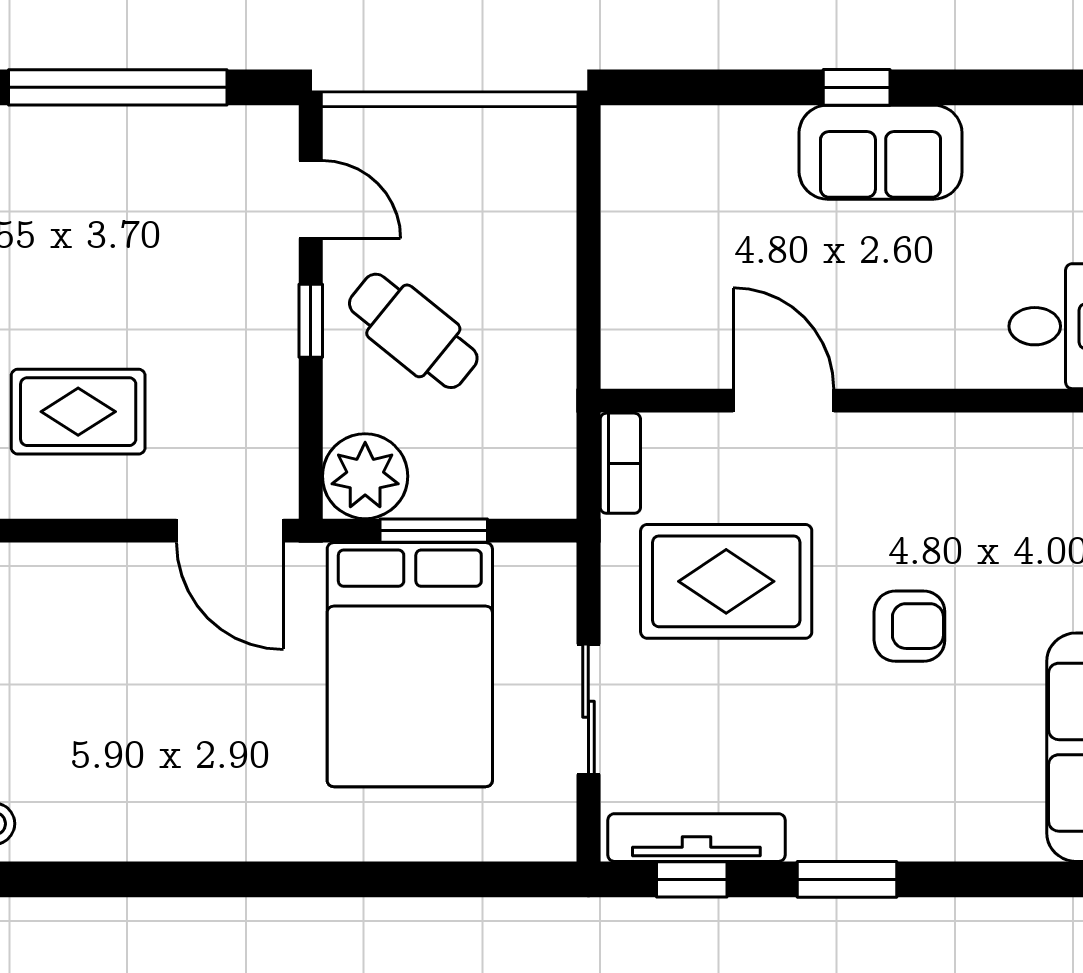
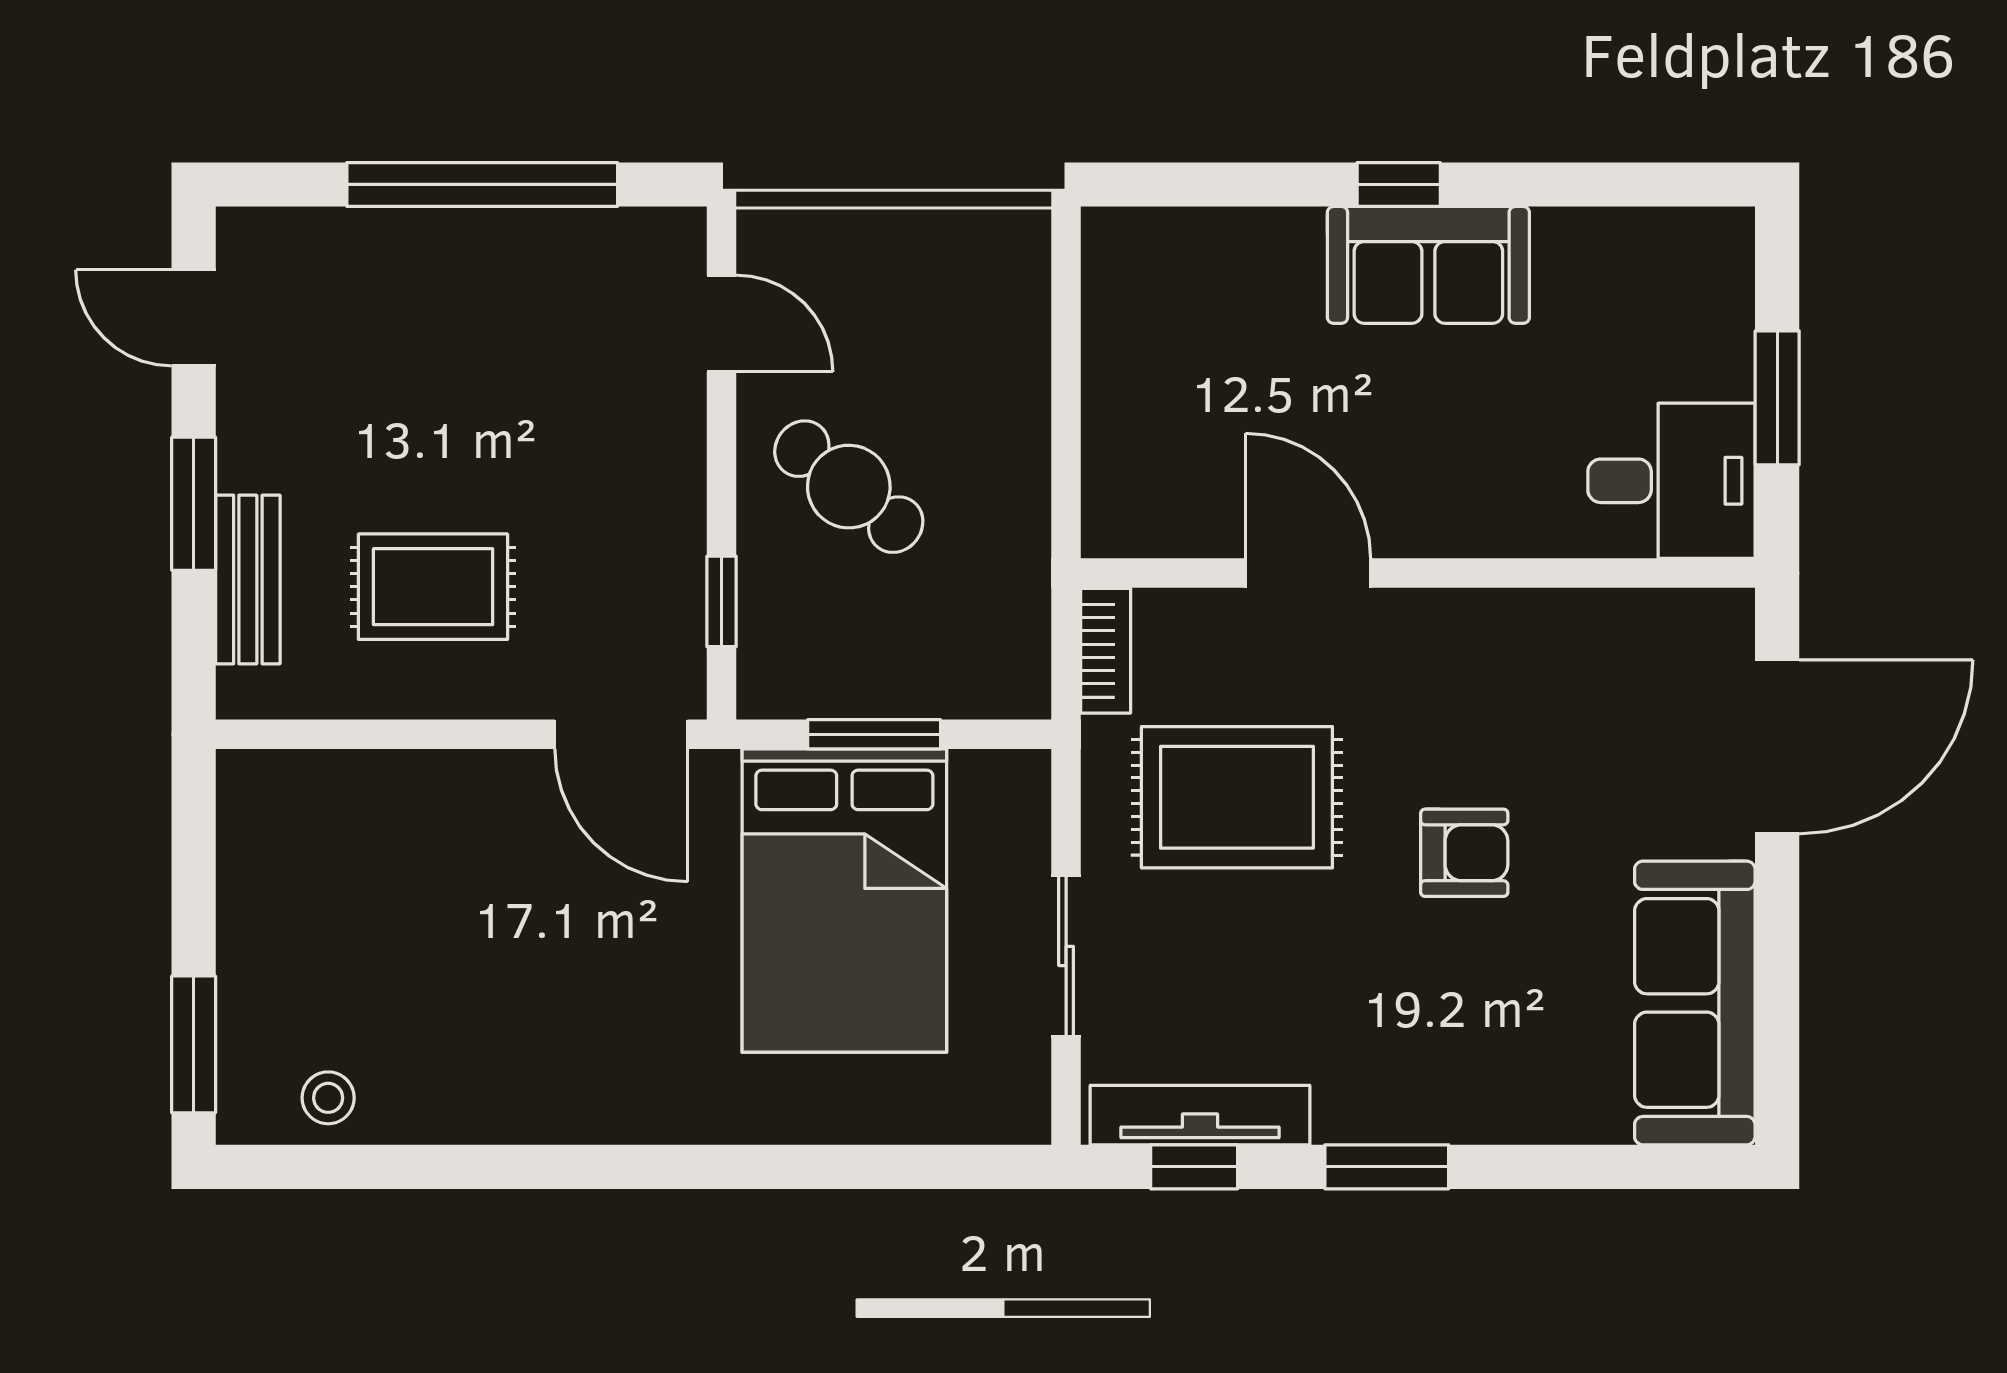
window: (311, 321) -> (721, 601), moved
plant: (365, 476) -> (789, 667), removed

